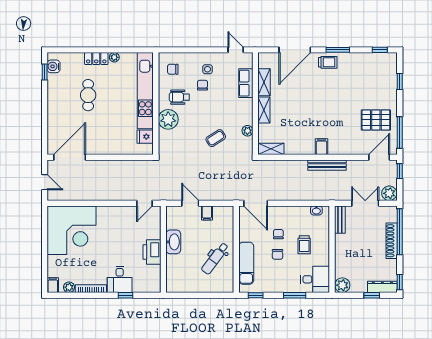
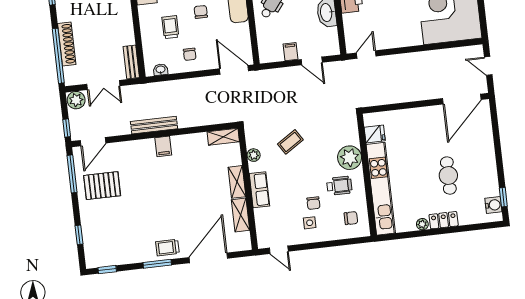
row of seats: (246, 83) -> (259, 190), moved
chair: (278, 234) -> (190, 54), moved

